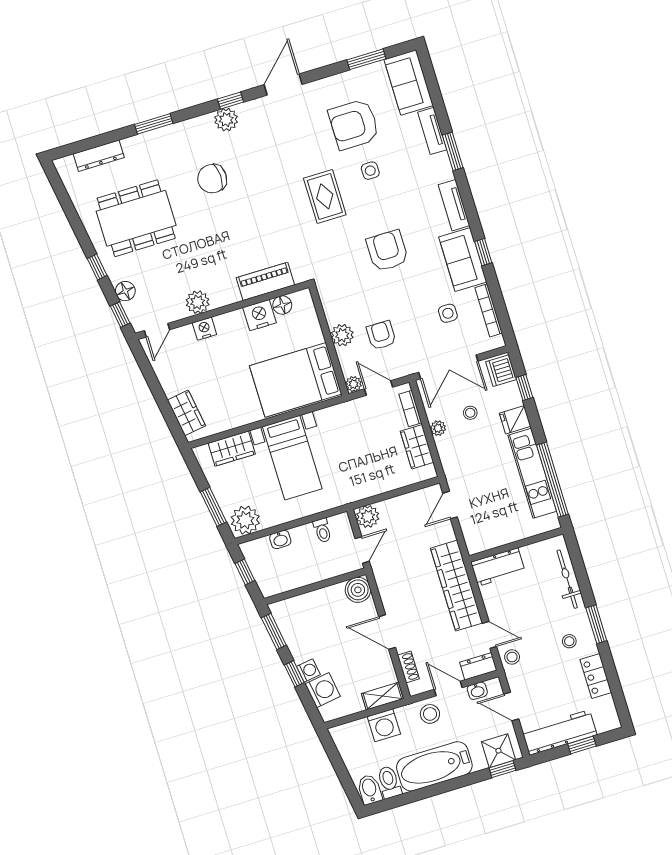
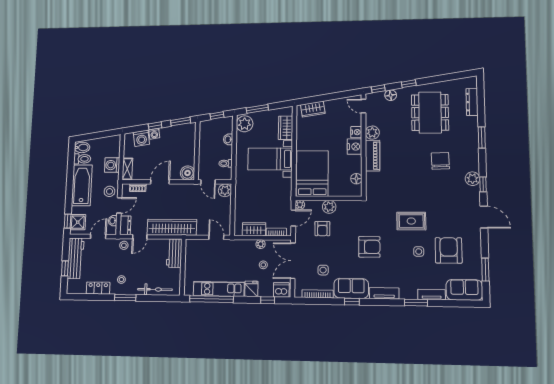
piano: (265, 281) -> (373, 156), moved
nightstand: (259, 315) -> (355, 147), moved
armchair: (381, 335) -> (322, 229), turned 90

